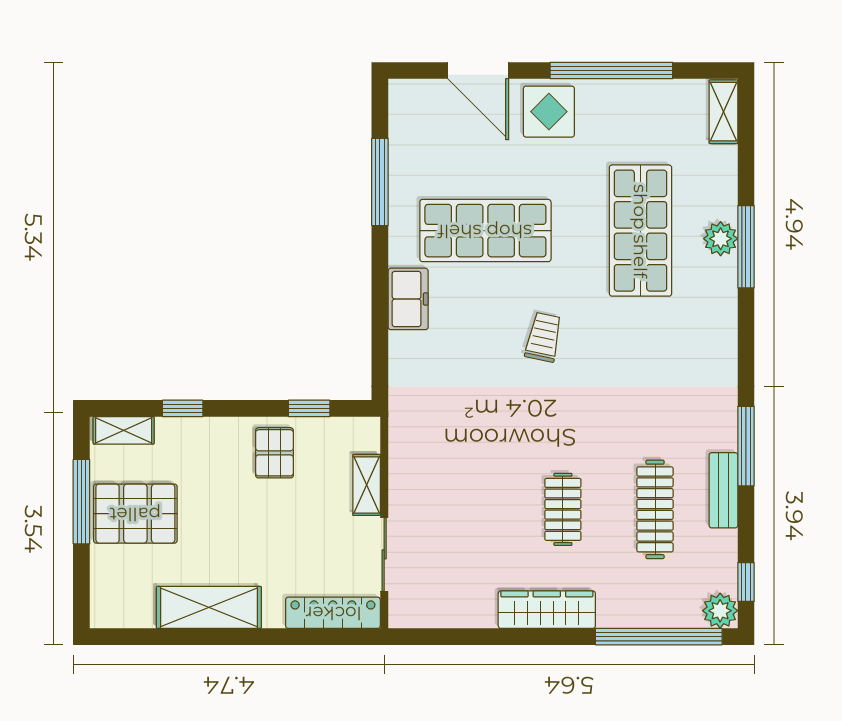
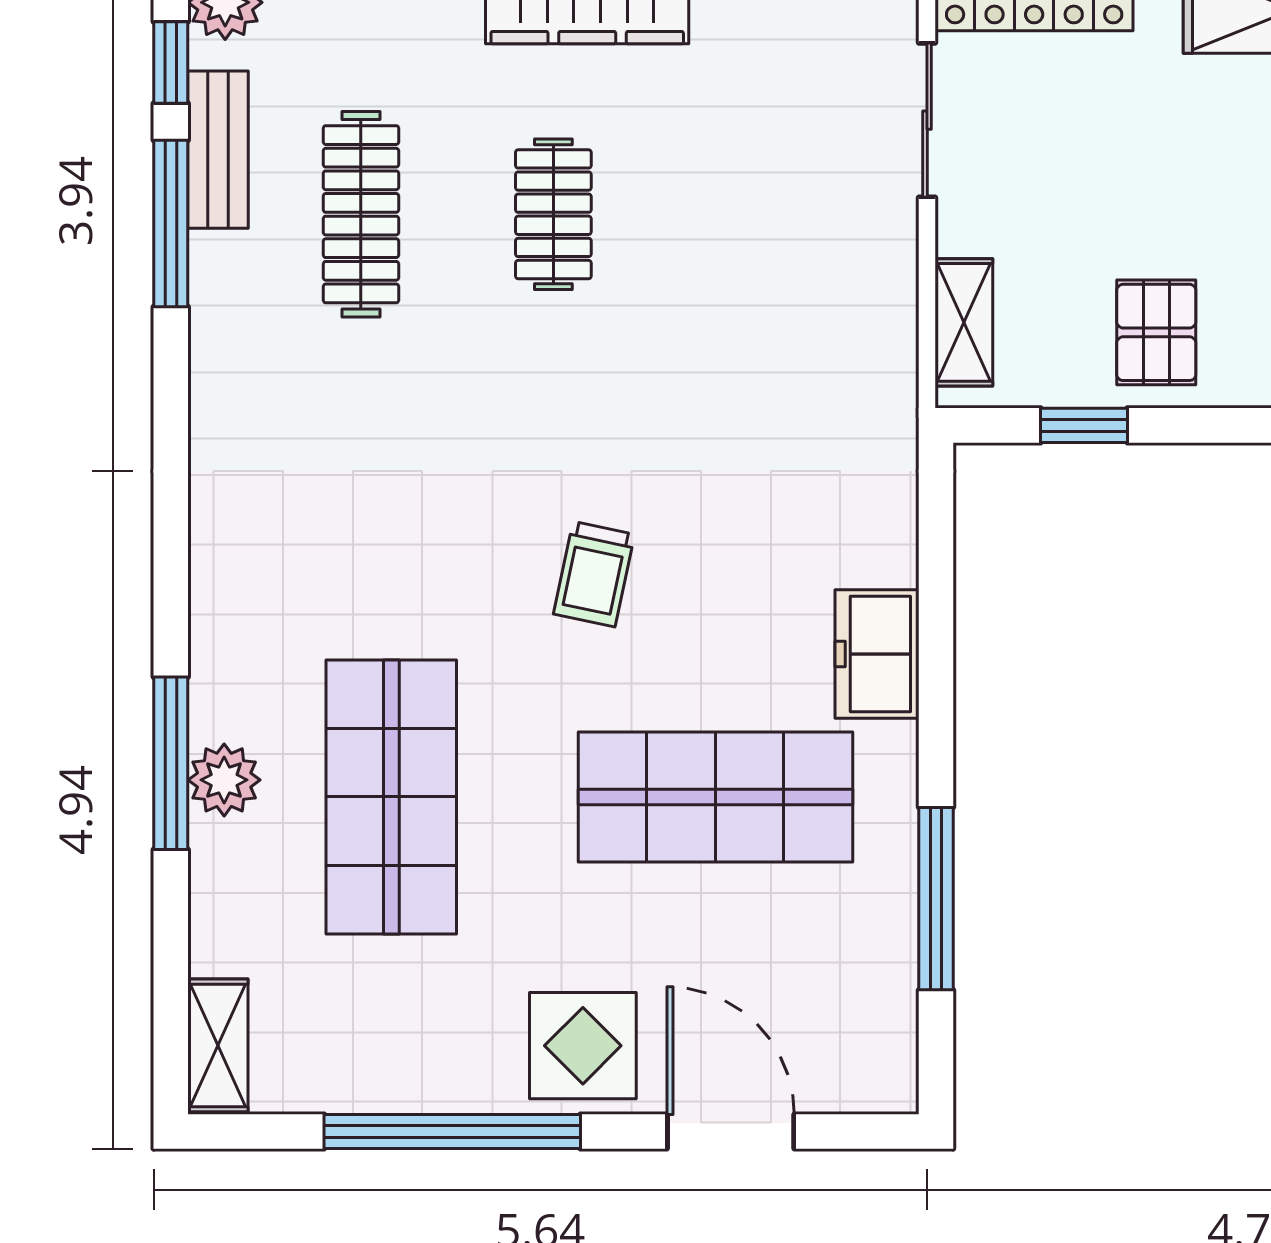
window: (746, 446) -> (171, 223), moved
shelving: (367, 485) -> (964, 322), moved
bench: (723, 490) -> (218, 150), moved

